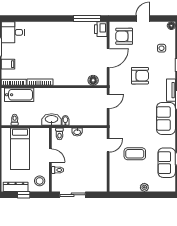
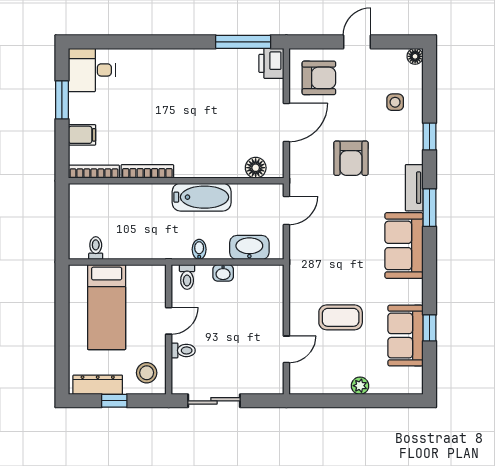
armchair: (124, 36) -> (319, 78), turned 180
armchair: (140, 76) -> (351, 158), turned 90
bathtub: (19, 95) -> (202, 197), moved
washbasin: (52, 119) -> (249, 247), moved
door: (108, 145) -> (286, 349), moved
door: (50, 155) -> (169, 321), hinge flipped

